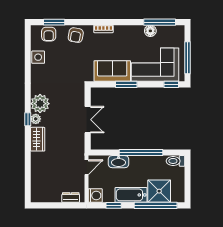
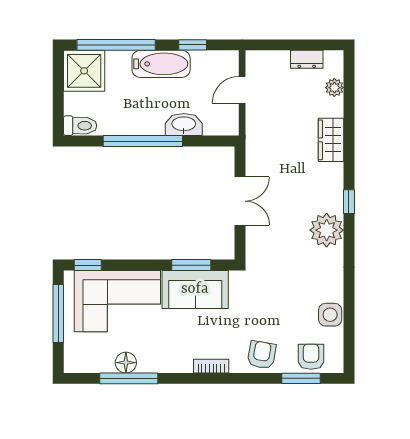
window: (160, 22) -> (129, 378), moved
window: (126, 84) -> (191, 265), moved
plant: (36, 119) -> (334, 88), moved
double door: (88, 120) -> (240, 201), swing flipped
wardrobe: (38, 139) -> (331, 140), moved
door: (86, 167) -> (242, 90), moved
shower: (159, 191) -> (84, 71), moved
washing machine: (95, 196) -> (226, 63), removed
dresser: (71, 197) -> (307, 59), moved

